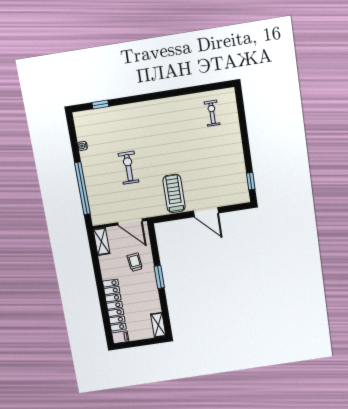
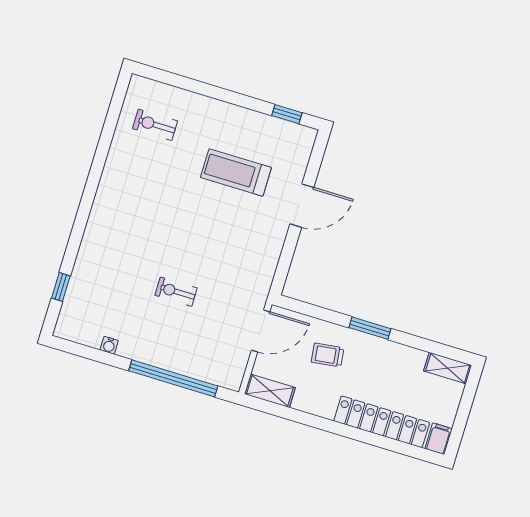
exercise bike: (129, 168) -> (176, 292), width x0.73, depth x0.72
treadmill: (174, 194) -> (236, 172), moved

